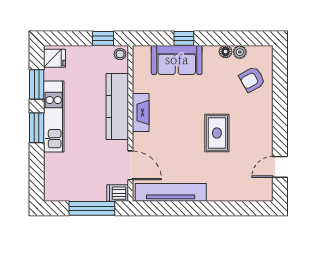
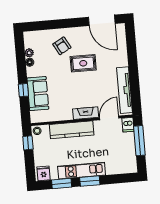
armchair: (252, 79) -> (62, 46), moved
fireplace: (141, 112) -> (86, 113), moved
door: (280, 167) -> (102, 20), width x1.87

